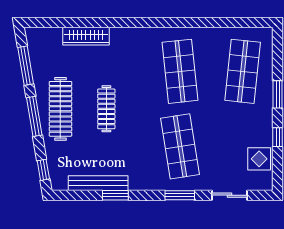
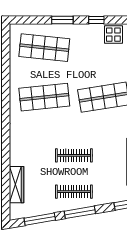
wardrobe: (86, 36) -> (16, 185), moved
clothes rail: (60, 109) -> (74, 192), width x0.73, depth x0.76

